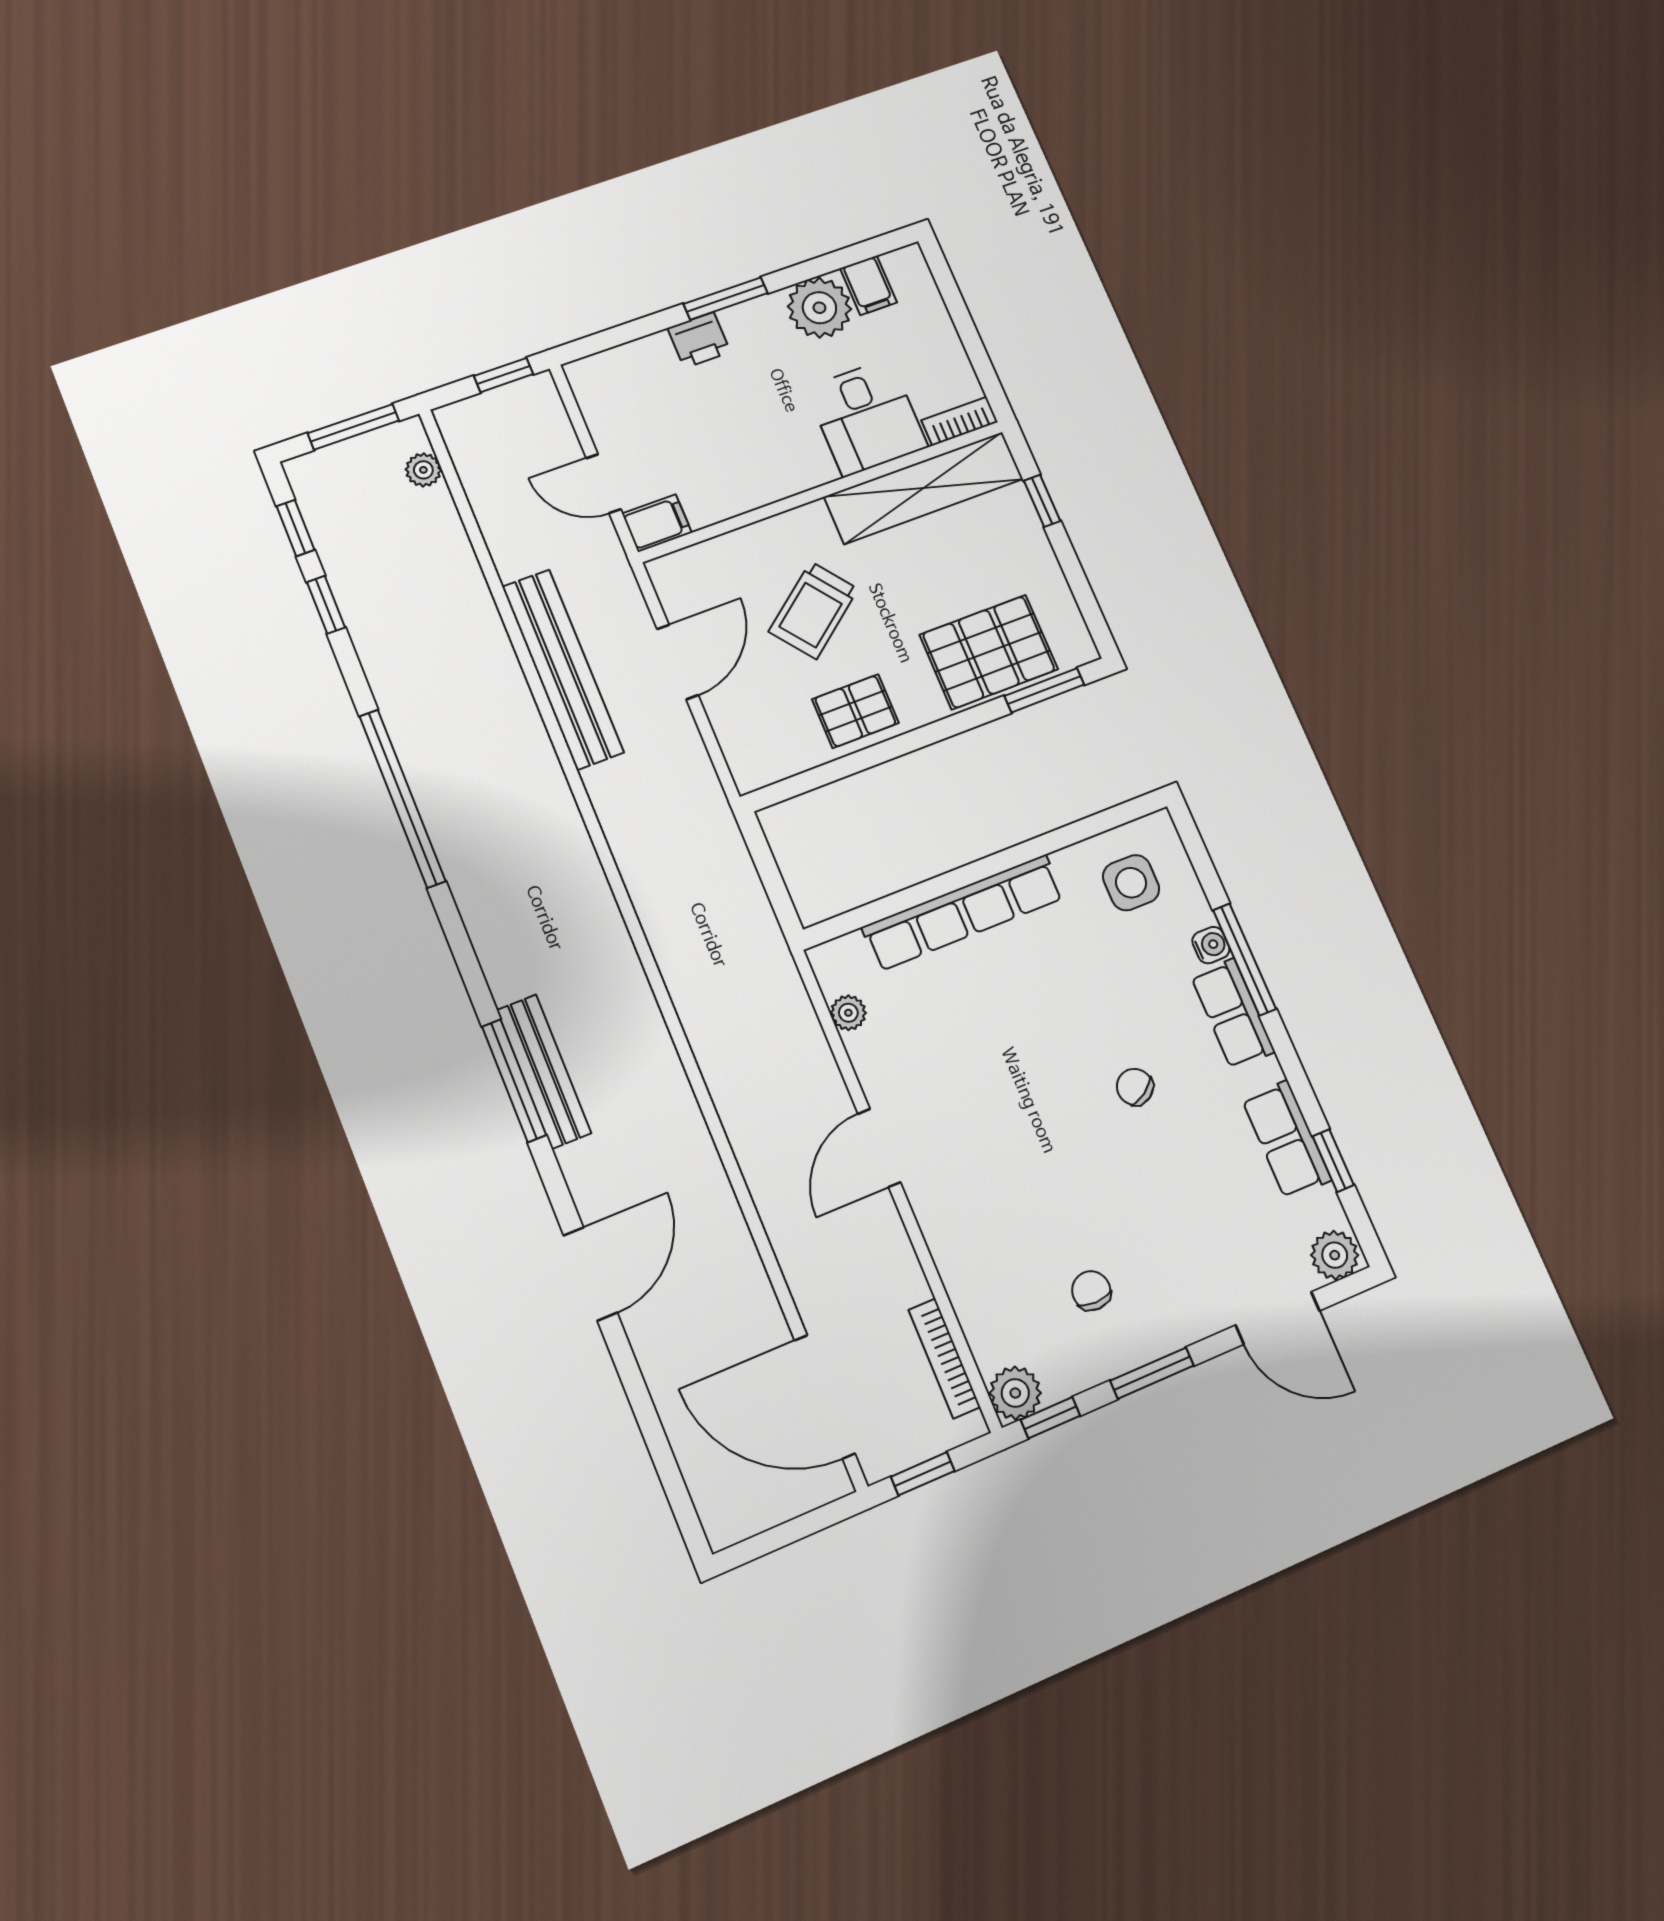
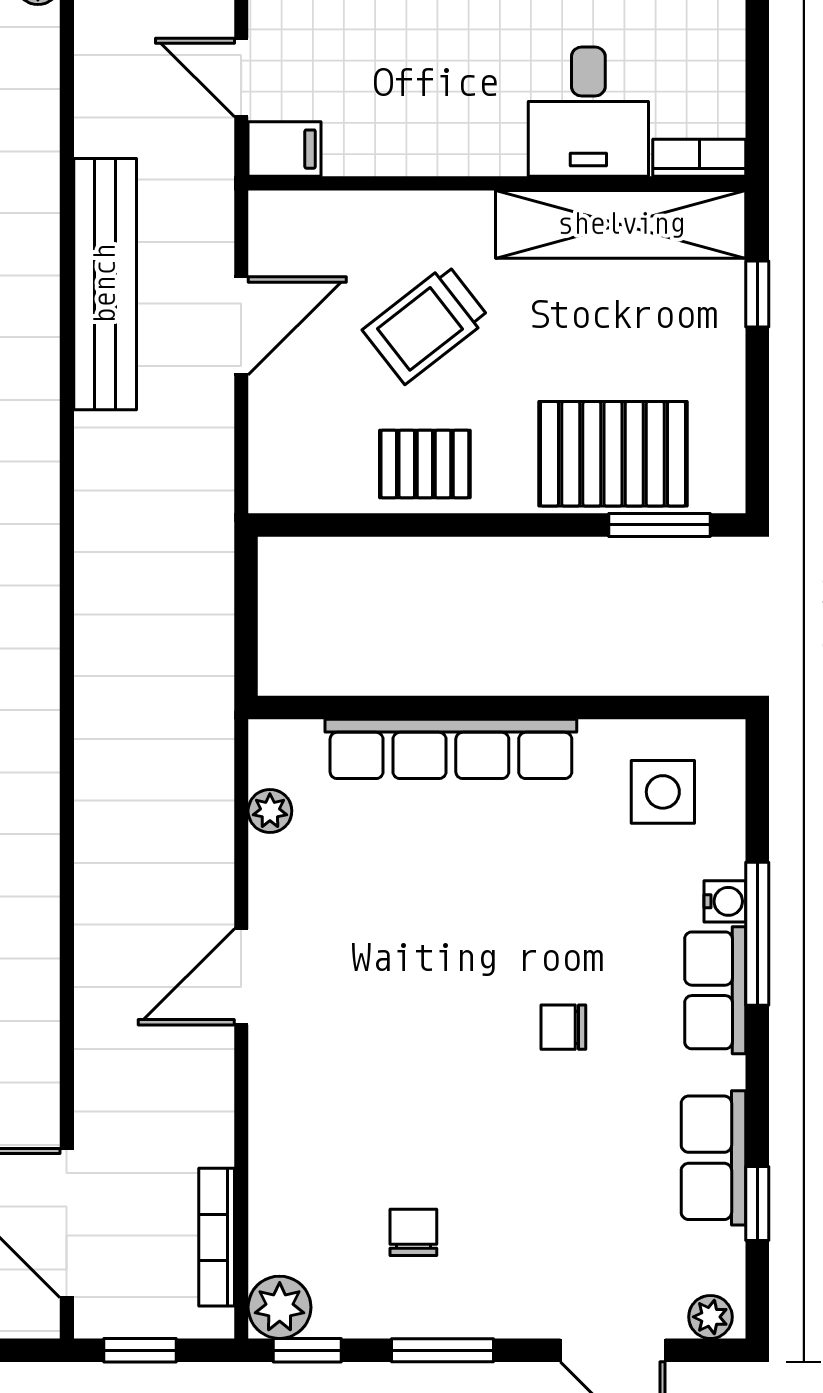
chair: (1135, 1087) -> (563, 1027), turned -57
plant: (1335, 1255) -> (710, 1317), width x0.73, depth x0.73

